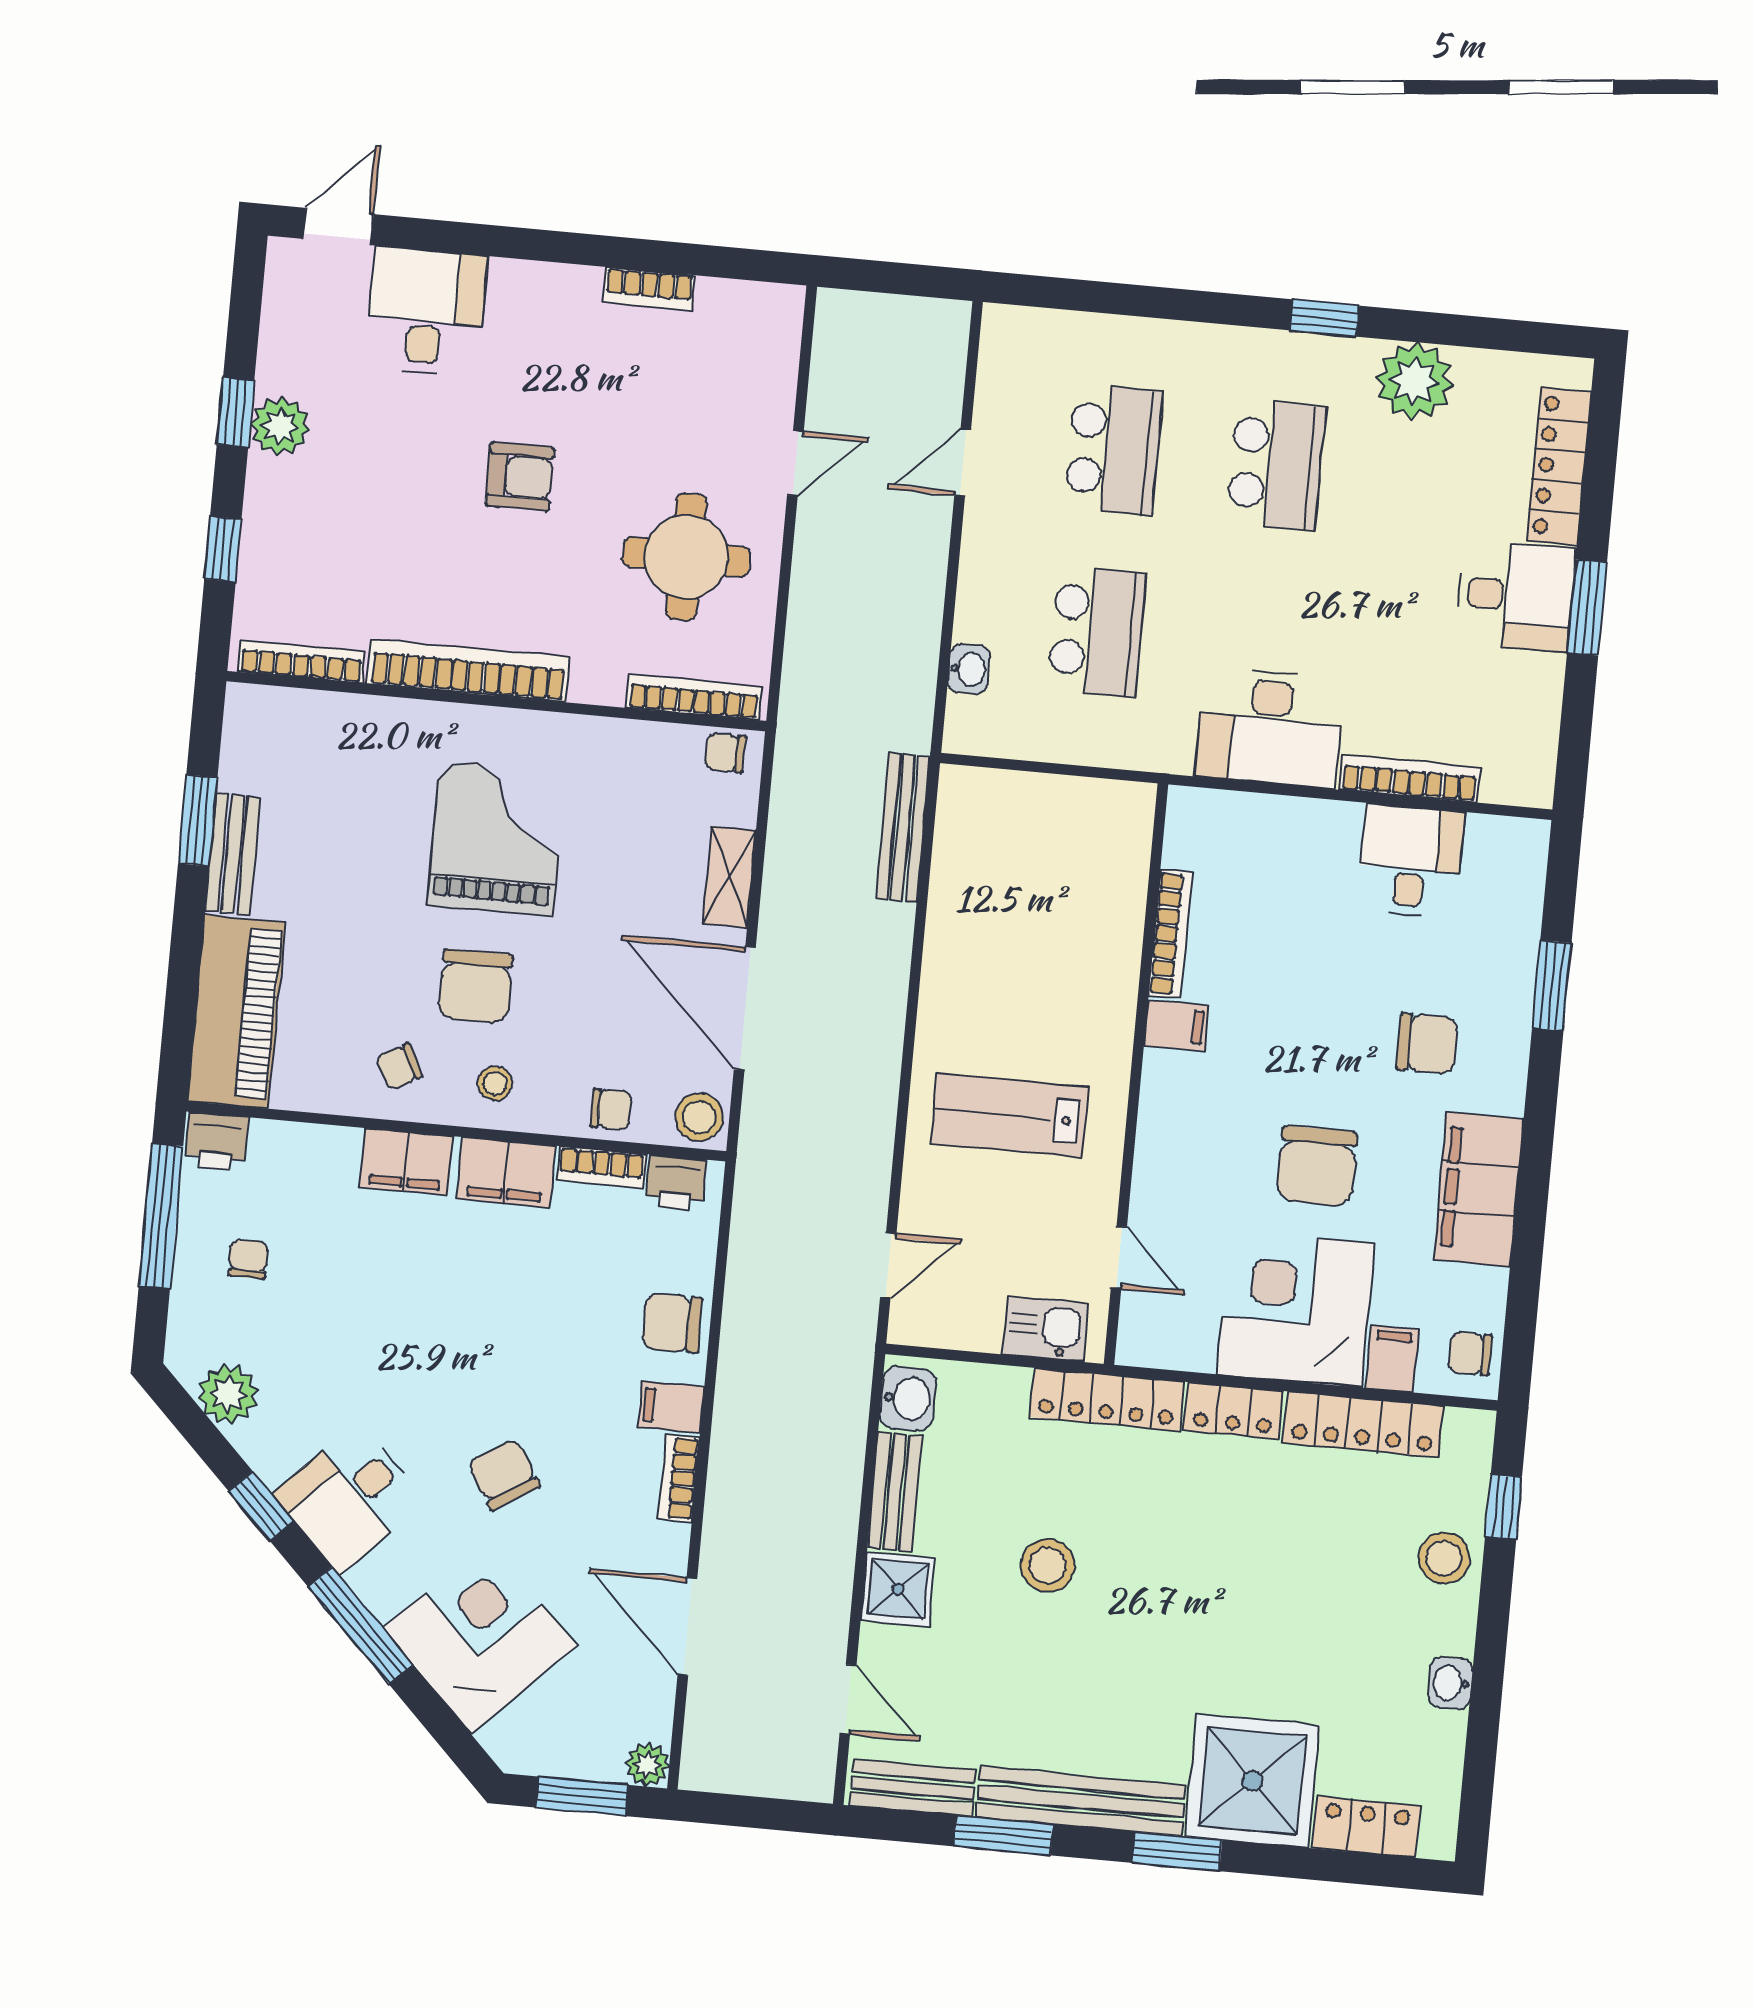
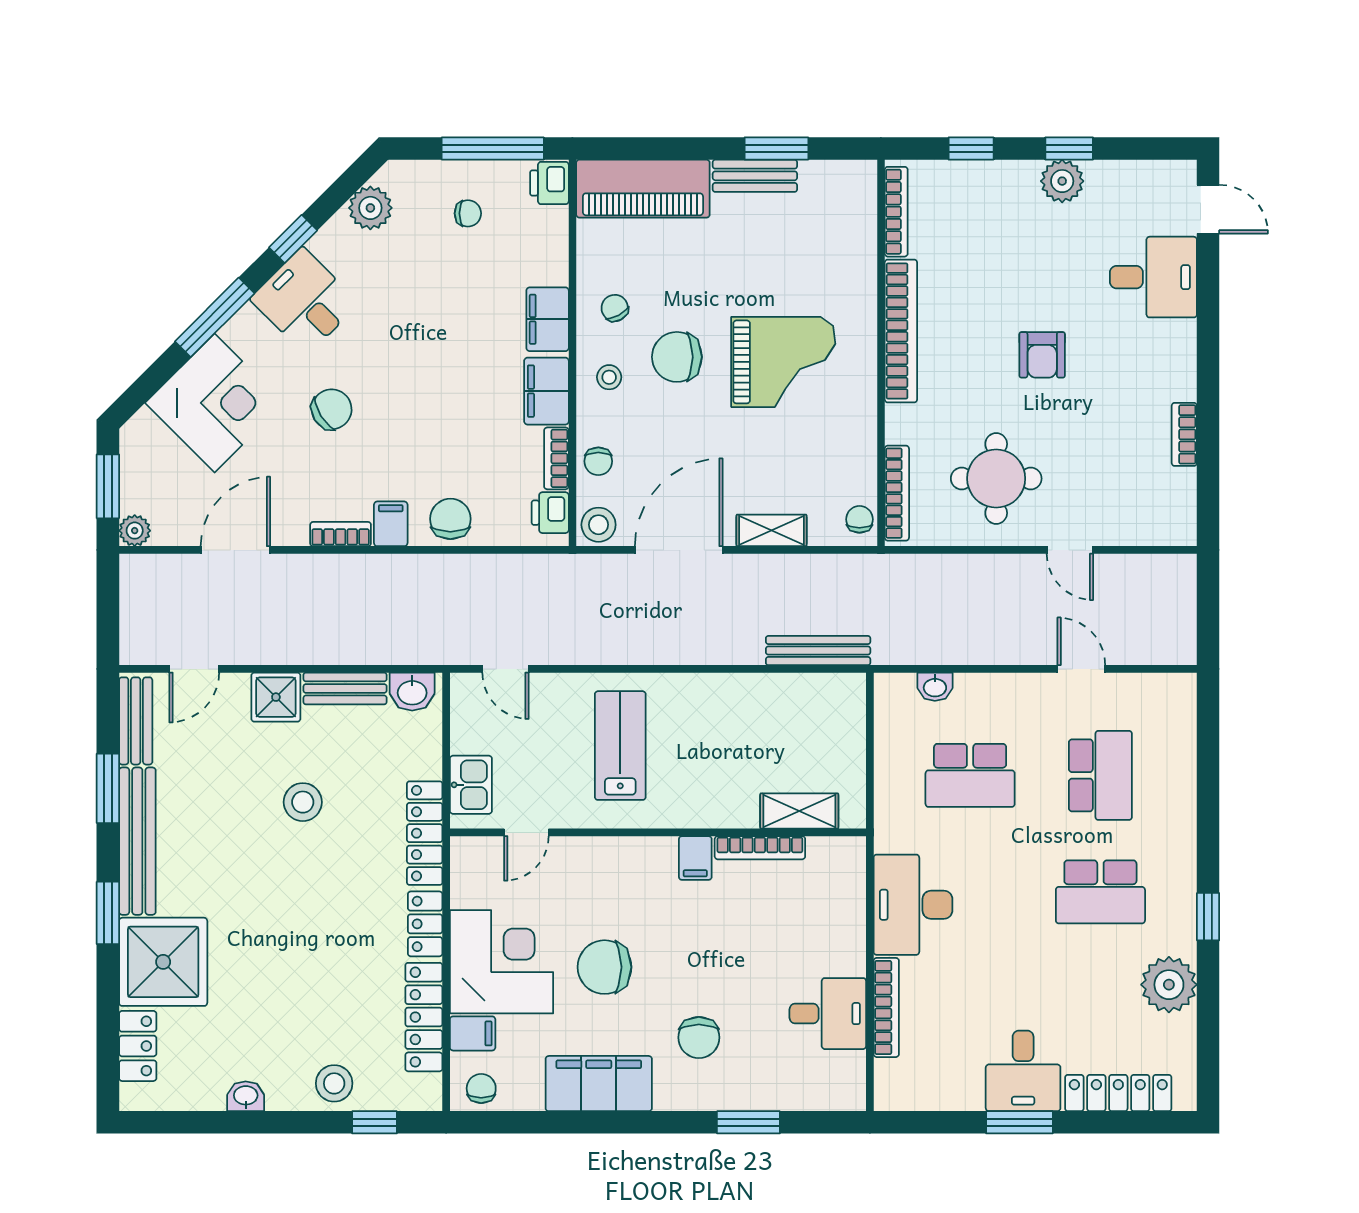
school desk: (1114, 450) -> (1100, 775), turned -90
shelving: (1124, 874) -> (799, 811), added

